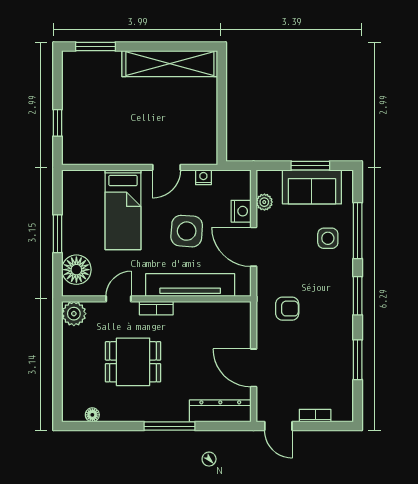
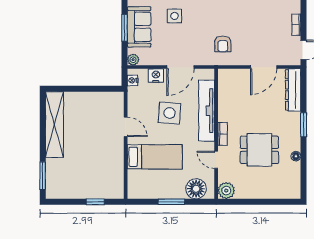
nightstand: (203, 177) -> (133, 80), moved
plant: (264, 202) -> (133, 60), moved
armchair: (287, 309) -> (223, 44), turned 180
dining table: (133, 362) -> (259, 150), turned 90
floor lamp: (92, 415) -> (296, 156), moved
window: (170, 426) -> (304, 125), width x0.69

